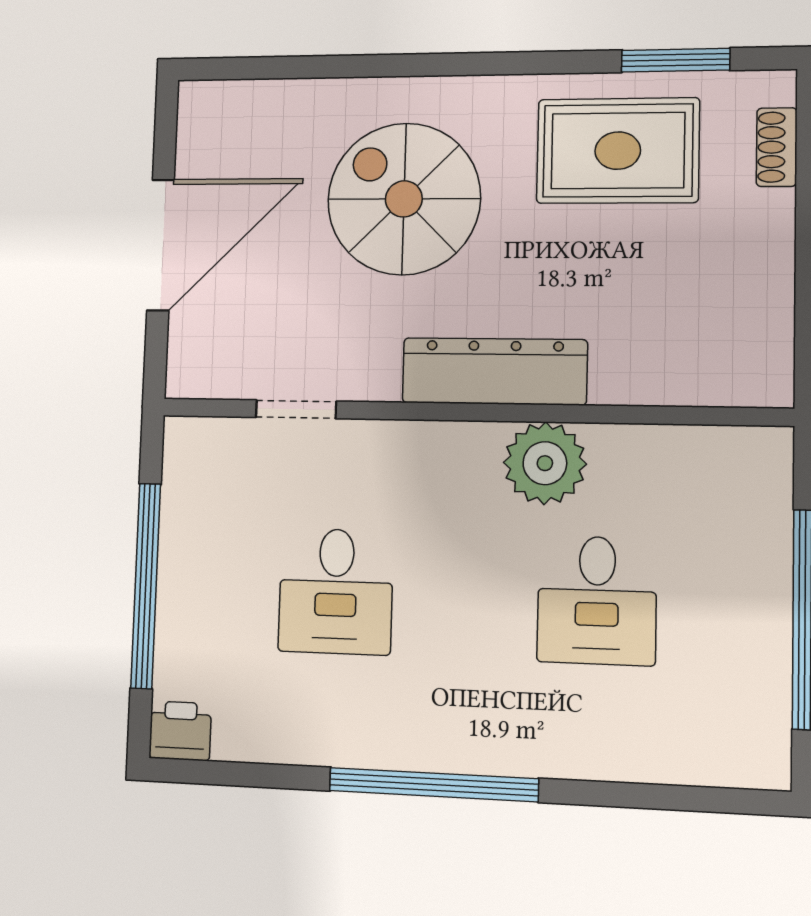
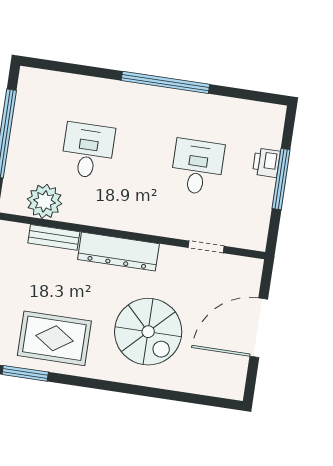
bench: (651, 384) -> (54, 237), added
plant: (545, 463) -> (45, 201), moved
window: (146, 586) -> (281, 179), width x0.68
printer: (180, 731) -> (266, 163), moved, turned 90

